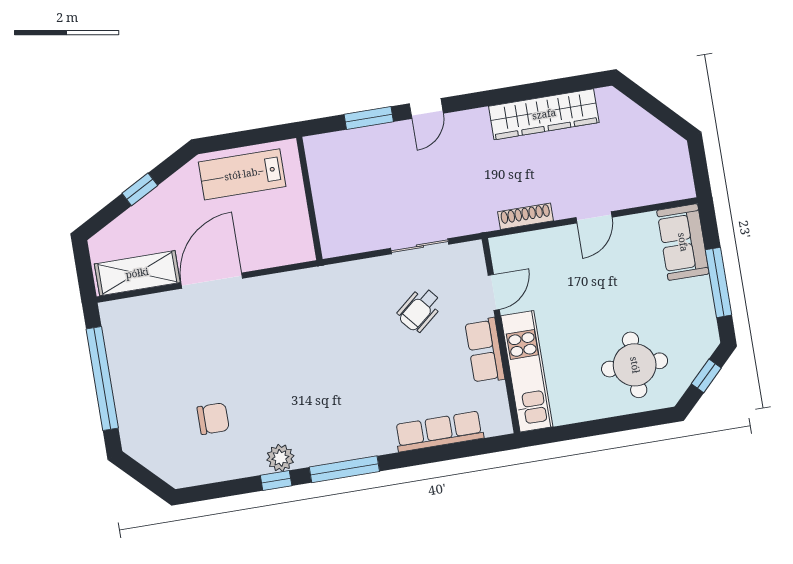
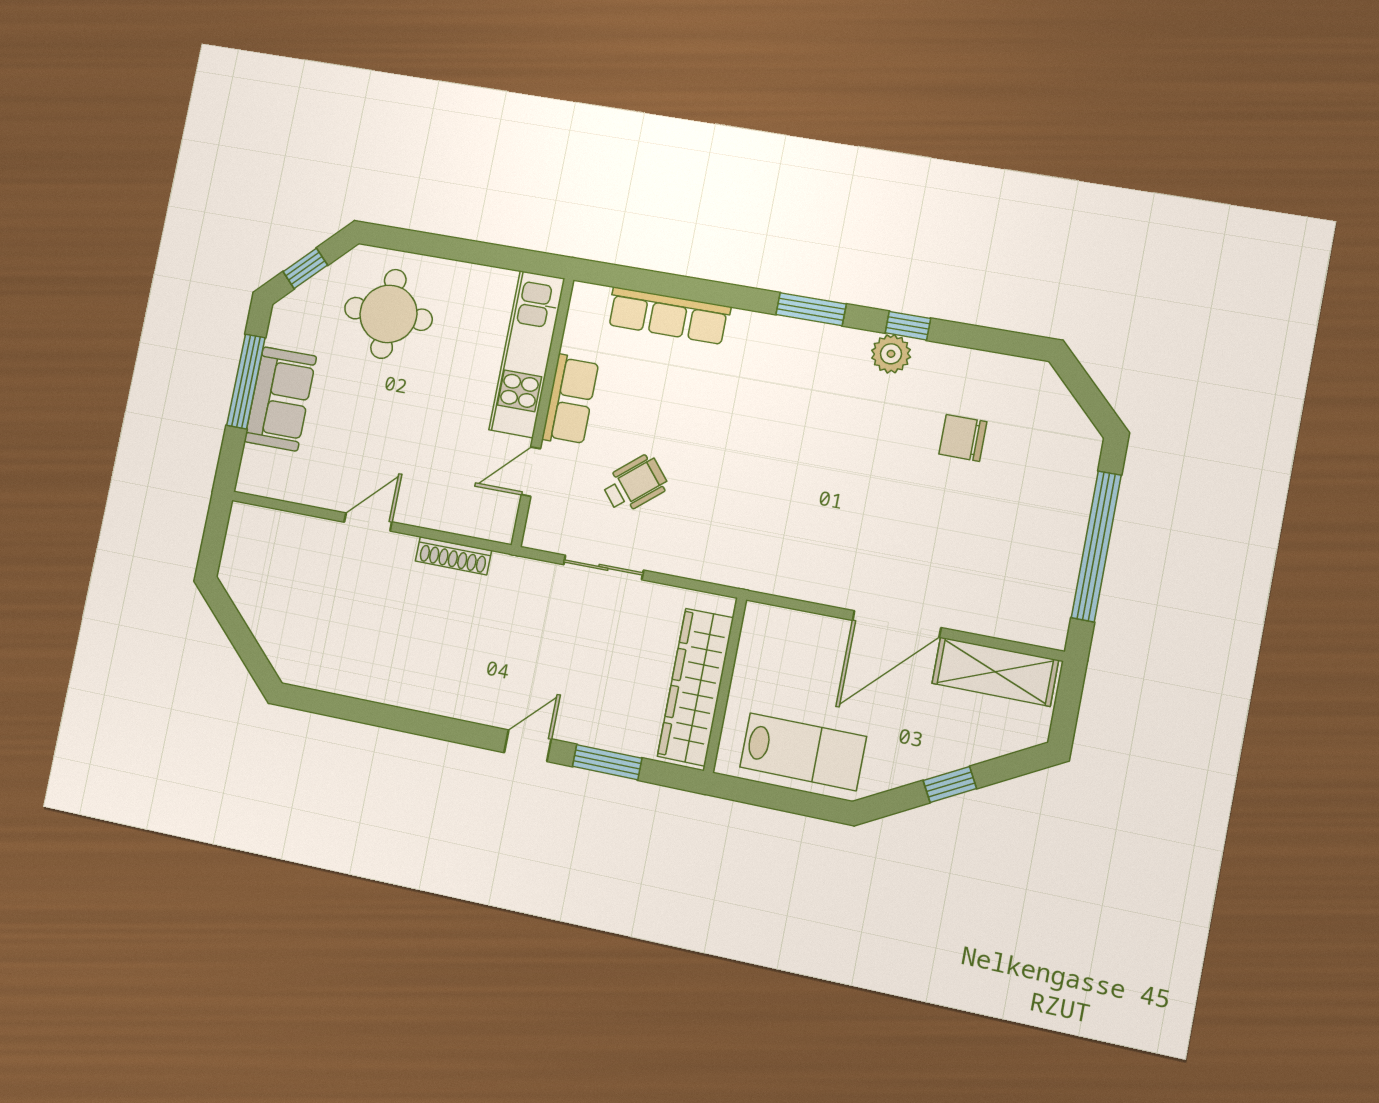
wardrobe: (544, 114) -> (695, 687), moved, turned -90
sofa: (683, 242) -> (280, 399), moved
window: (344, 469) -> (811, 309), width x0.69

